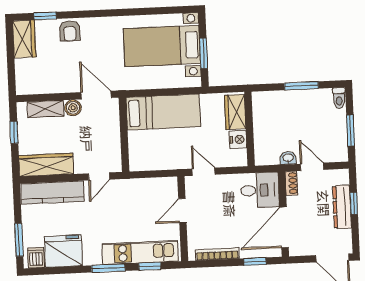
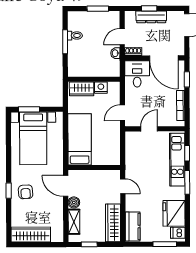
window: (45, 16) -> (9, 191), moved
armchair: (70, 31) -> (26, 192), moved, turned 86
wardrobe: (24, 39) -> (31, 235), width x1.50
window: (204, 53) -> (29, 109), moved
door: (96, 95) -> (66, 186), hinge flipped
toilet: (339, 98) -> (75, 35), moved
kitchen counter: (53, 193) -> (133, 227), width x0.67
door: (182, 211) -> (149, 129), swing flipped

